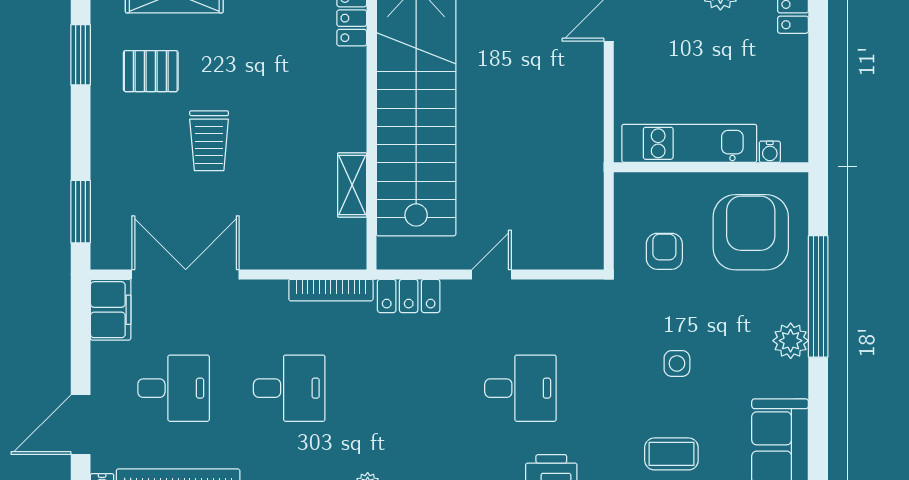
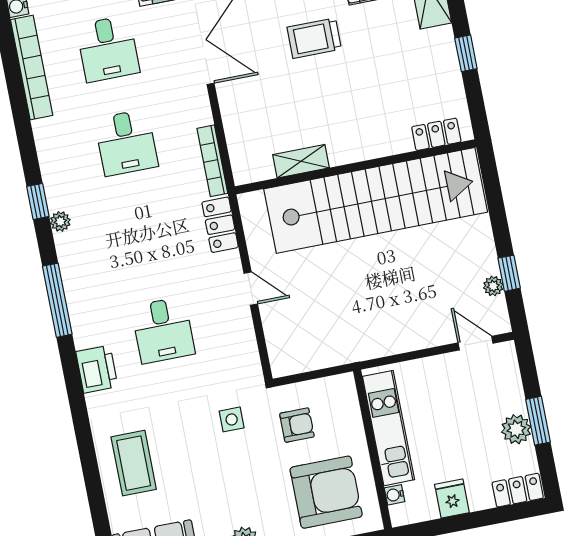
fridge: (788, 84) -> (452, 498), added
side table: (677, 363) -> (232, 419), moved
coffee table: (671, 454) -> (134, 463), width x1.36, depth x1.30

